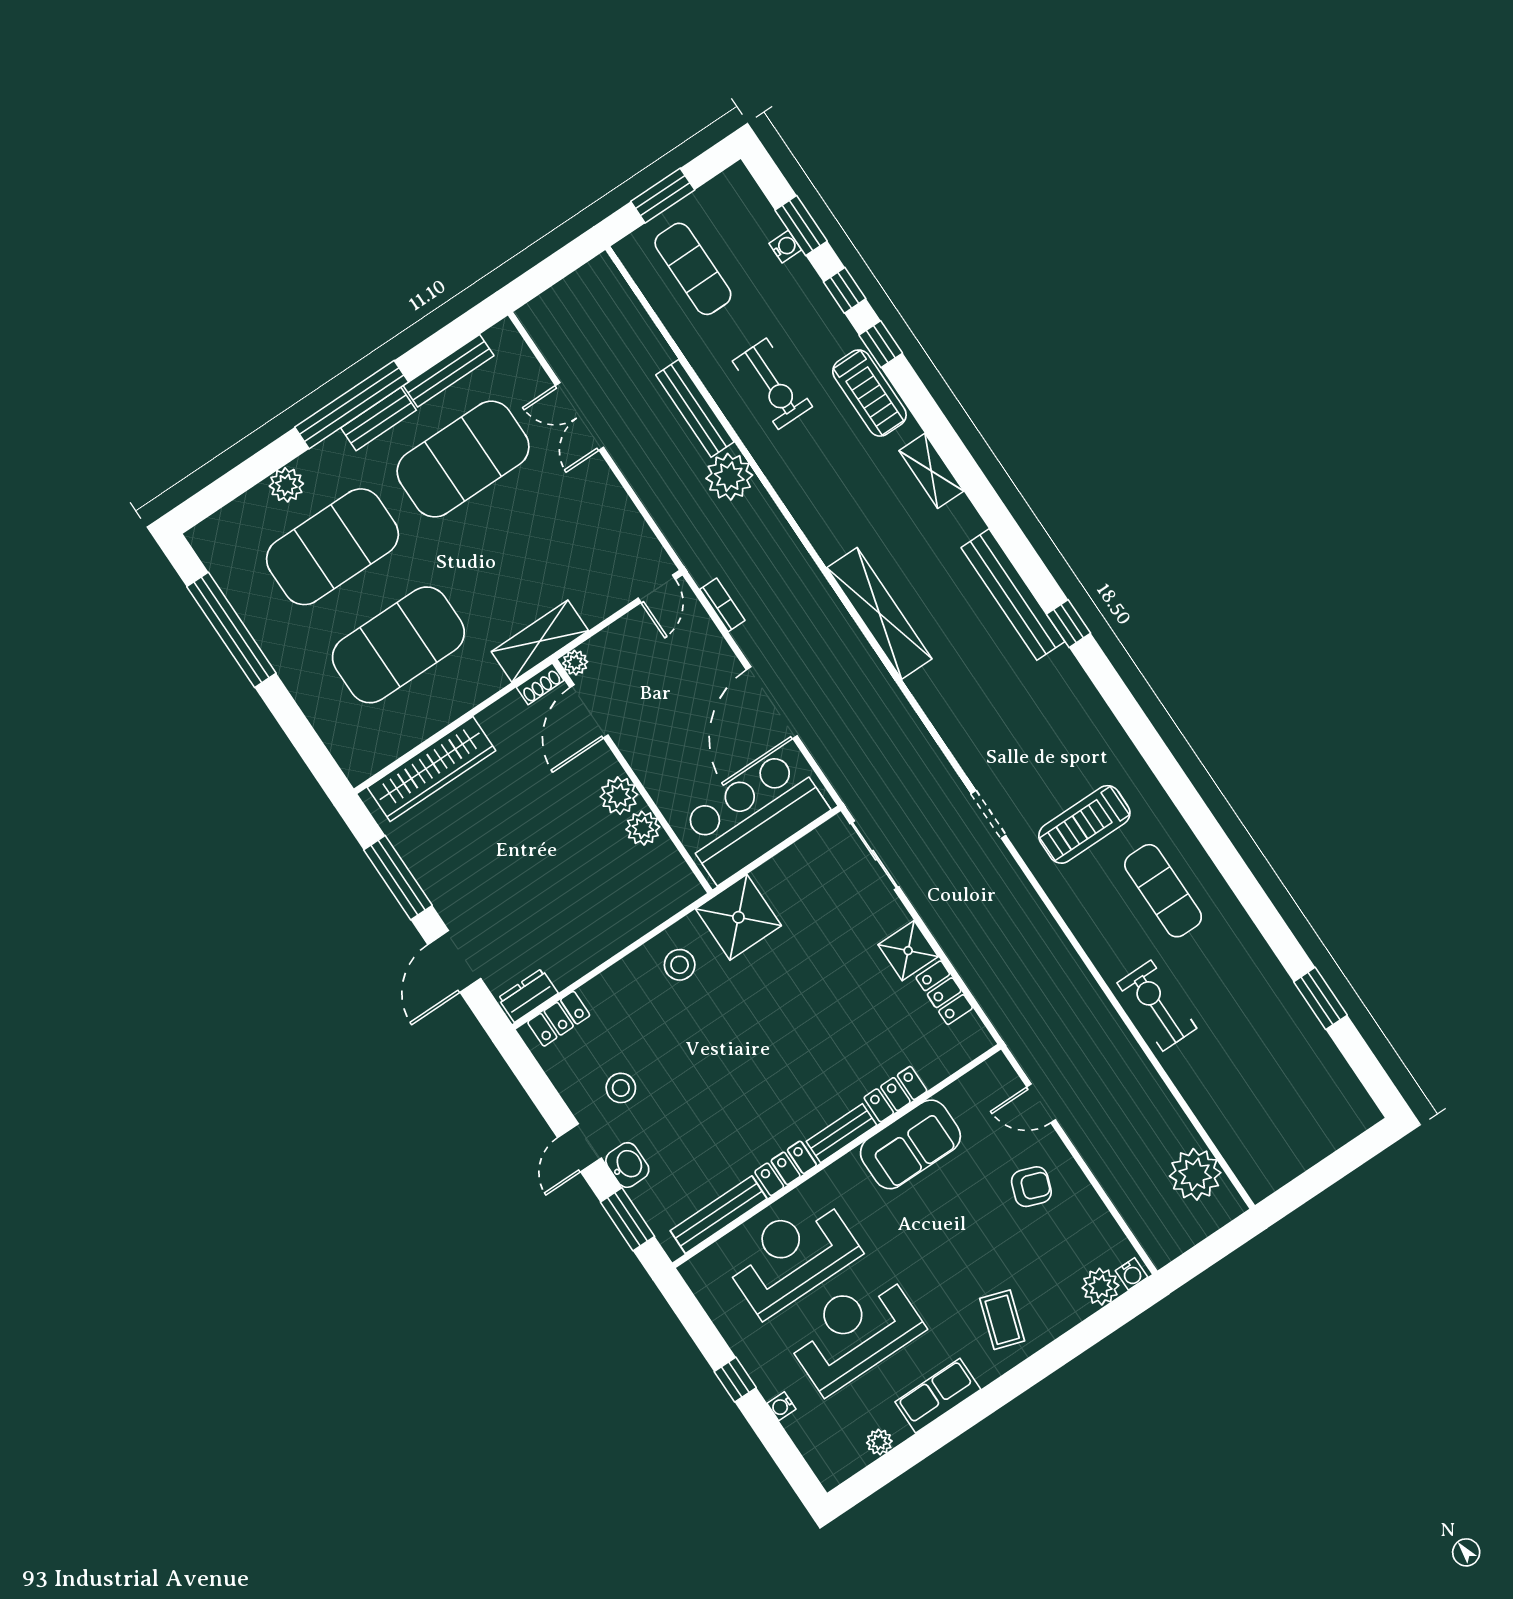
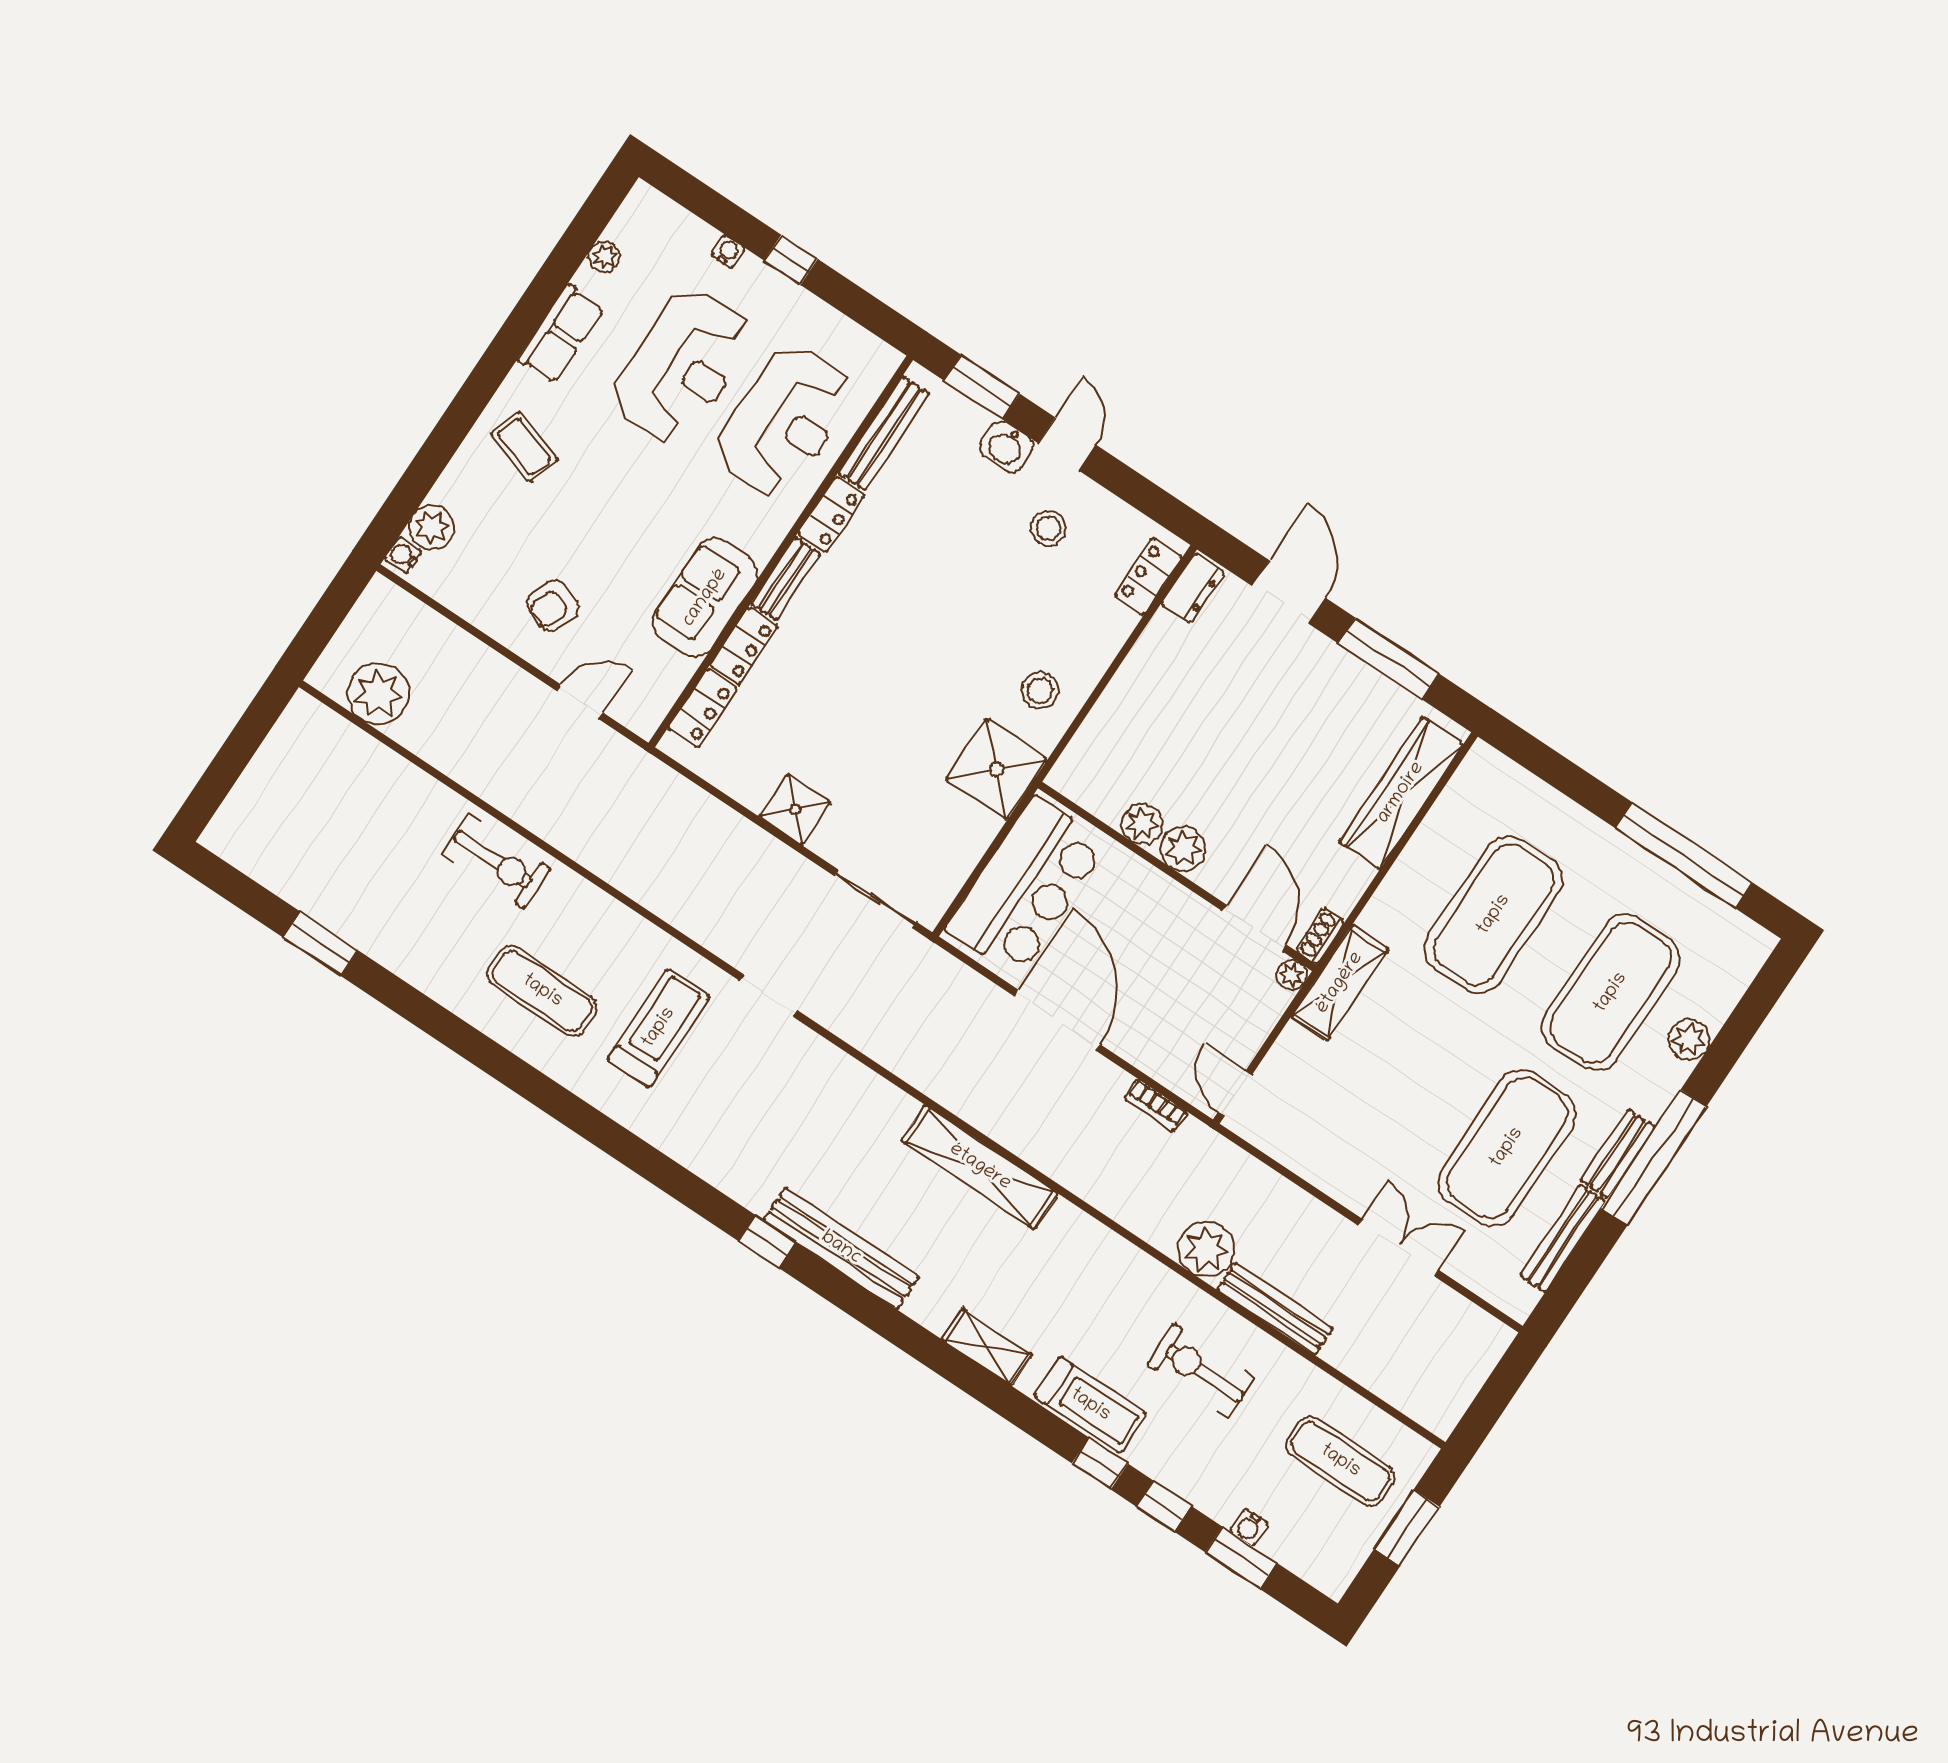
treadmill: (869, 393) -> (1090, 1405), turned 180
locker: (944, 993) -> (703, 709), moved, turned 90

